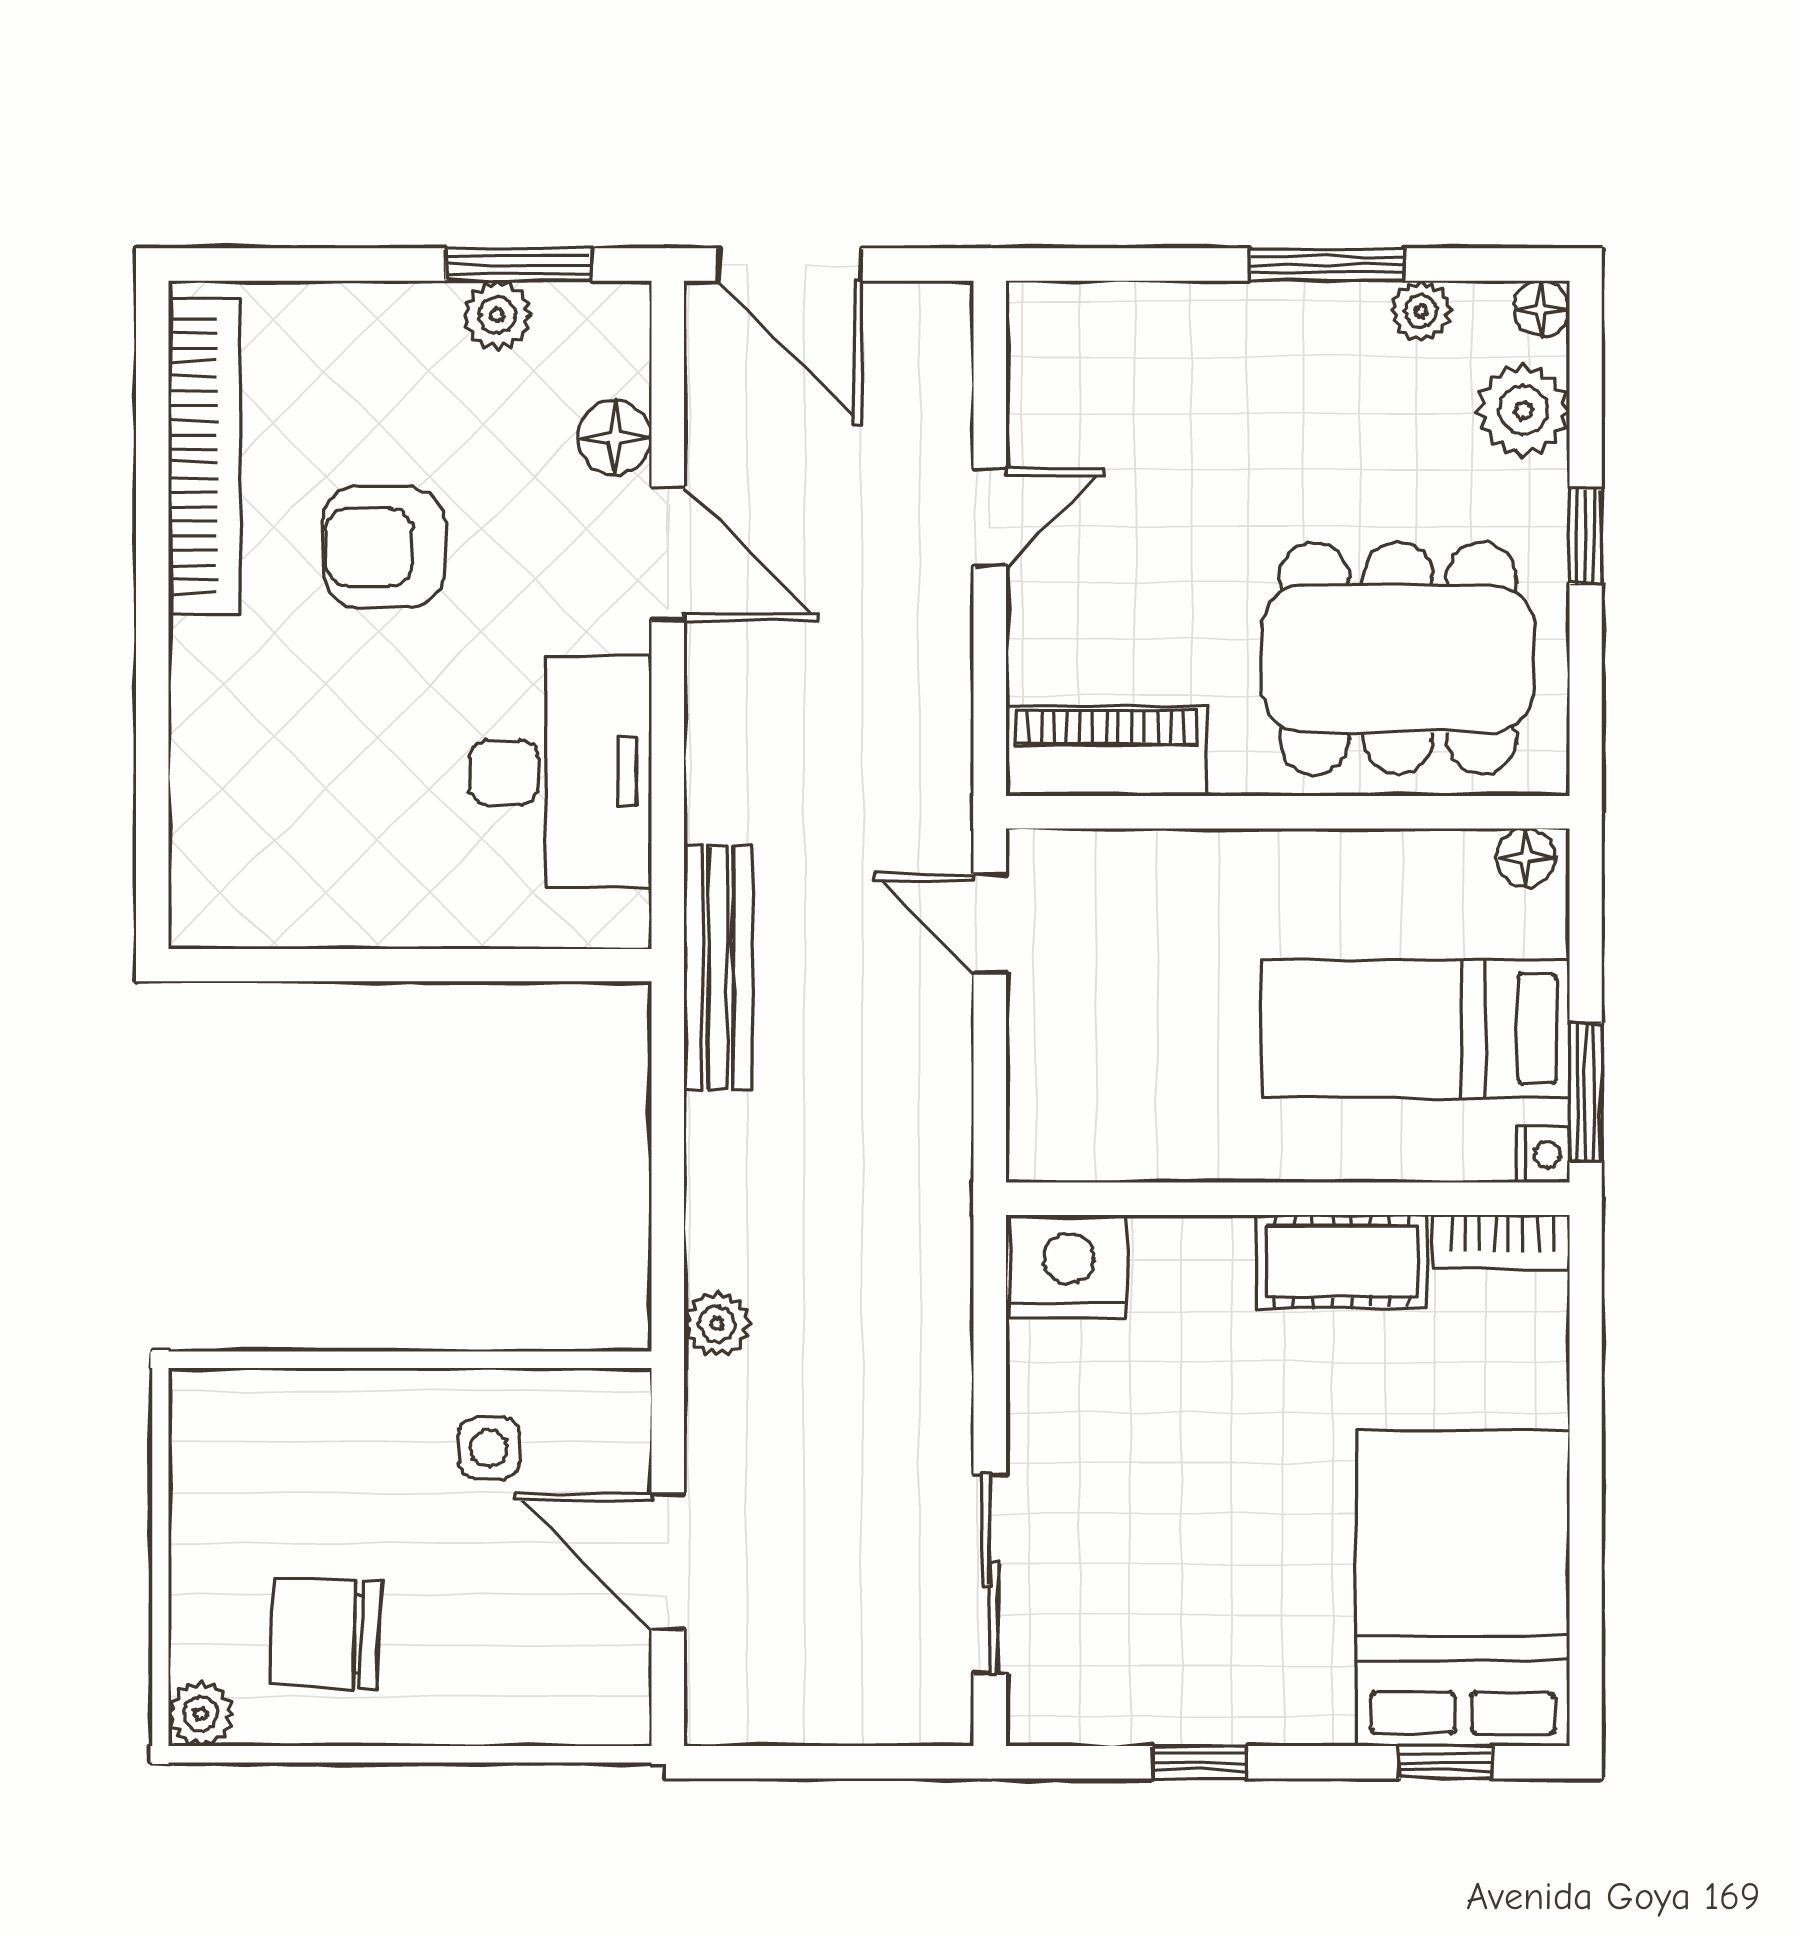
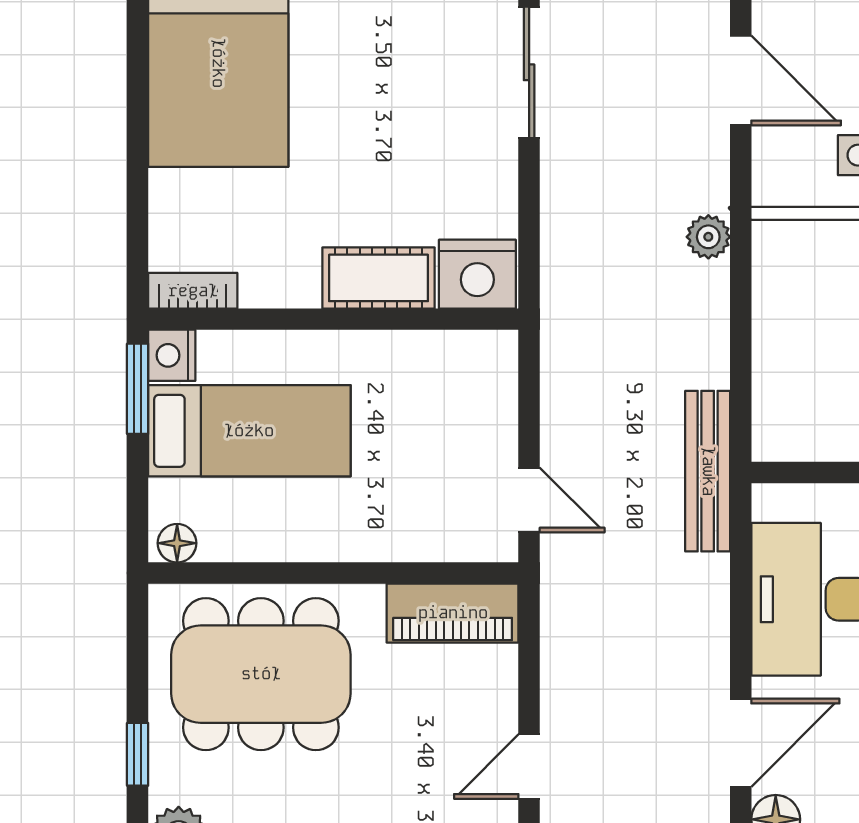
door: (668, 554) -> (741, 743), swing flipped
nightstand: (1543, 1154) -> (172, 355), width x1.39, depth x1.35
cot: (1342, 1261) -> (378, 278), moved

